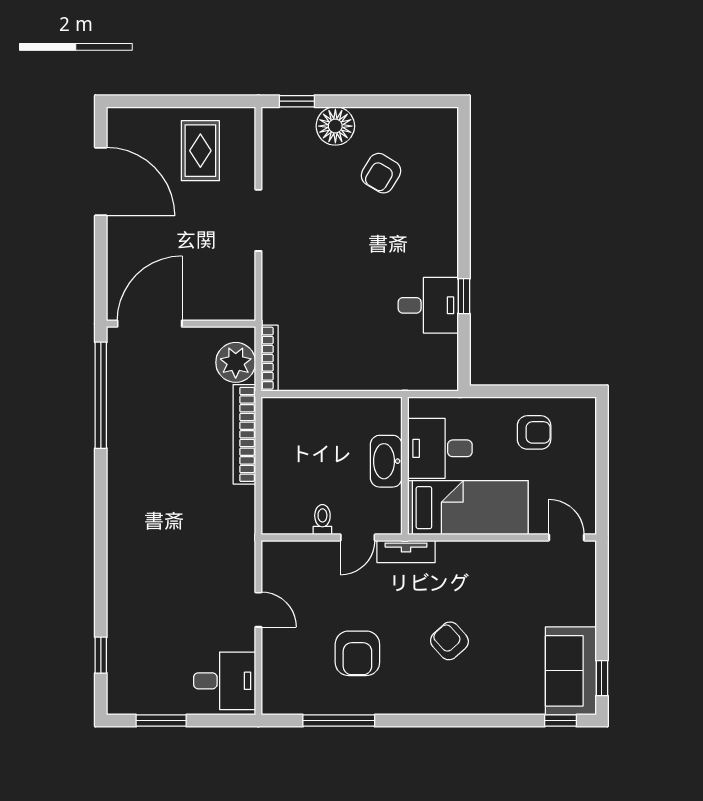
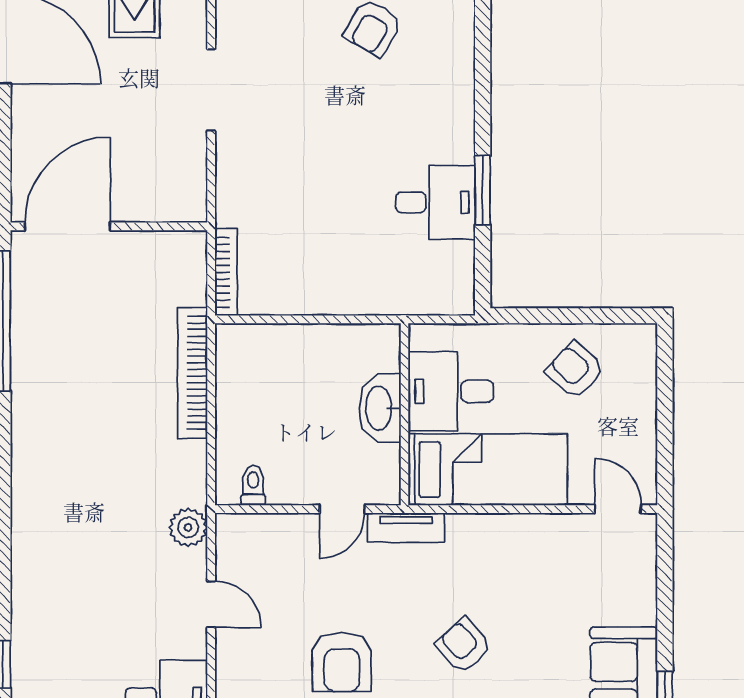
window: (464, 296) -> (483, 190), width x1.50
plant: (236, 362) -> (188, 527), moved, width x0.73, depth x0.73
armchair: (534, 432) -> (575, 370), turned -137
toilet: (322, 520) -> (253, 485), moved

